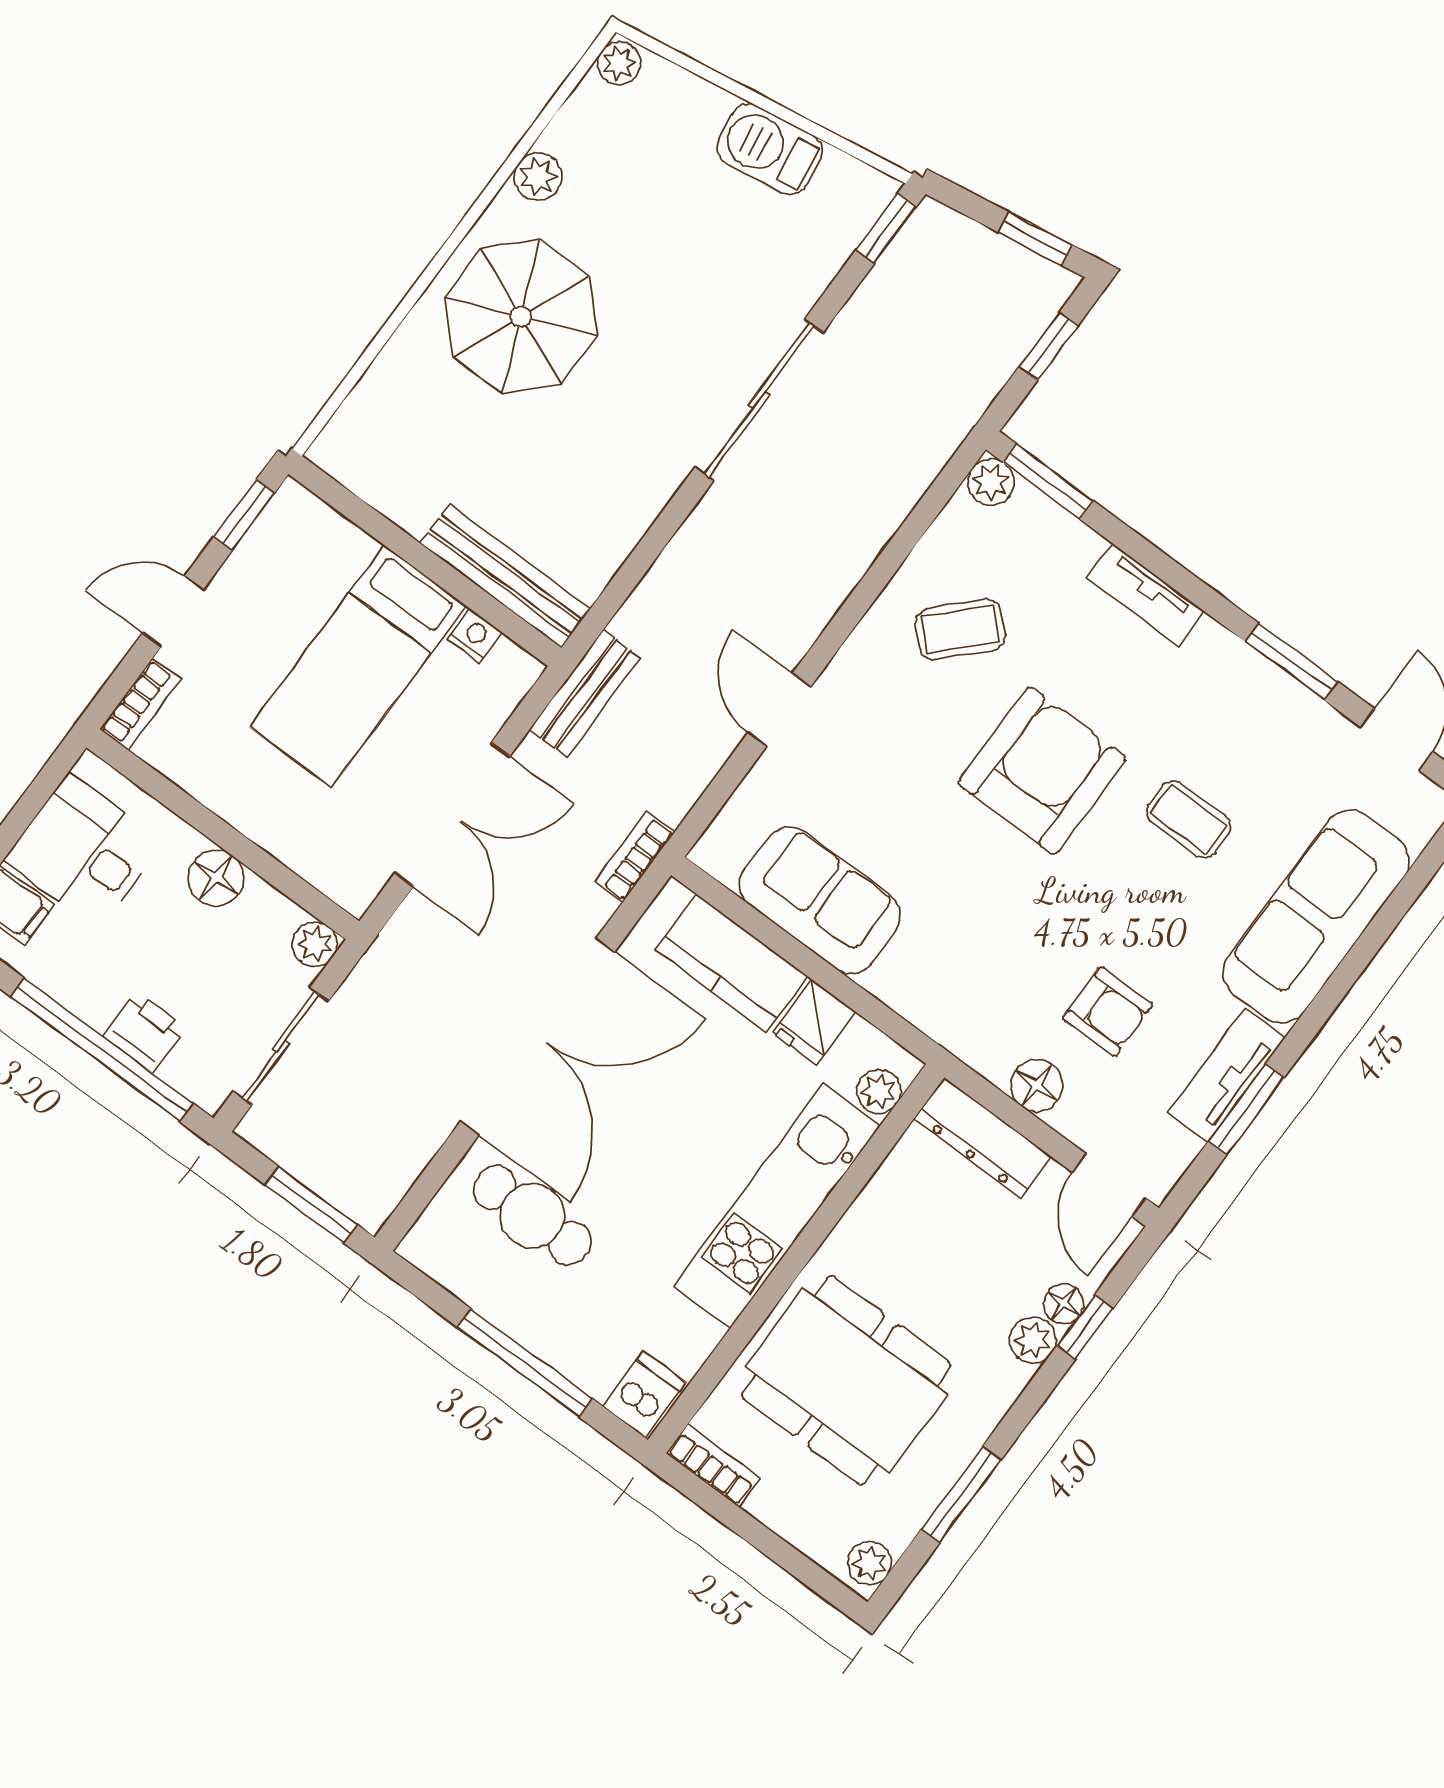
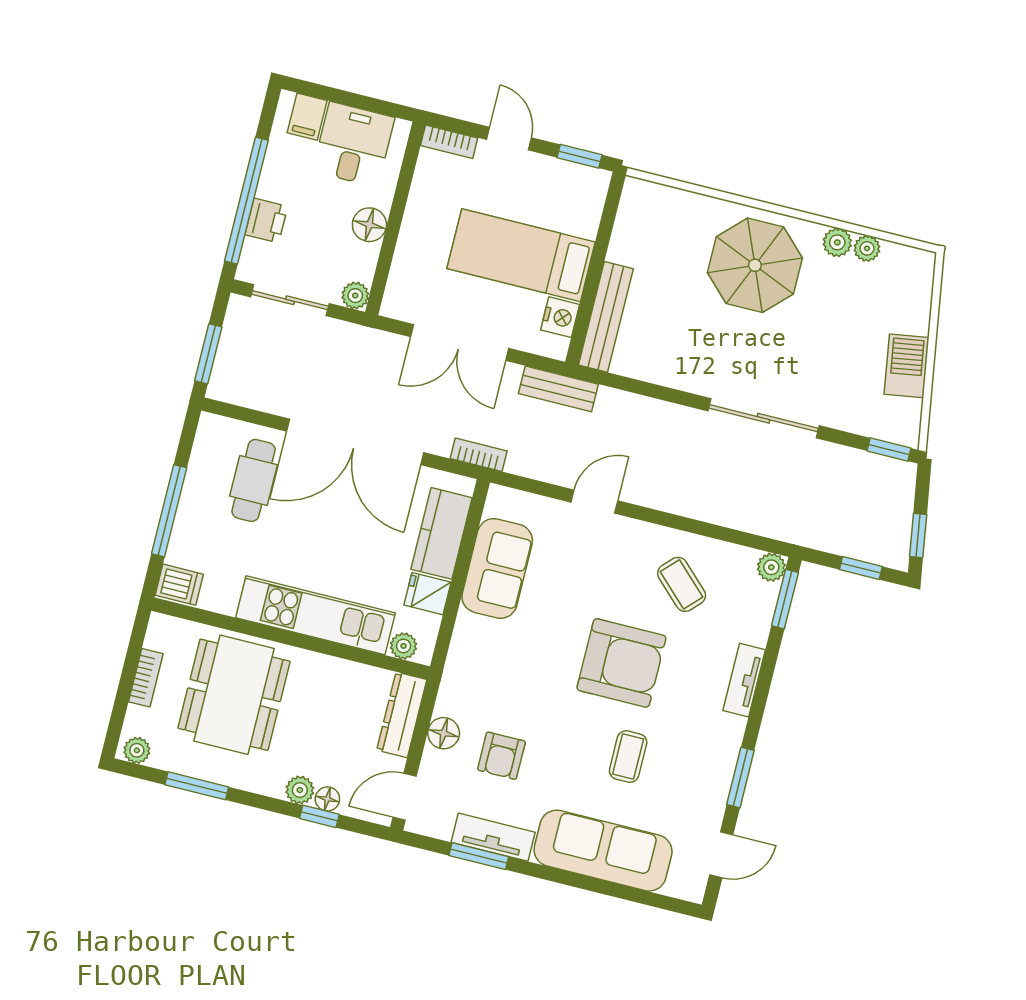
plant: (619, 63) -> (867, 248), moved
nightstand: (475, 636) -> (560, 317), width x1.39, depth x1.35
bookcase: (713, 1466) -> (146, 678), moved

